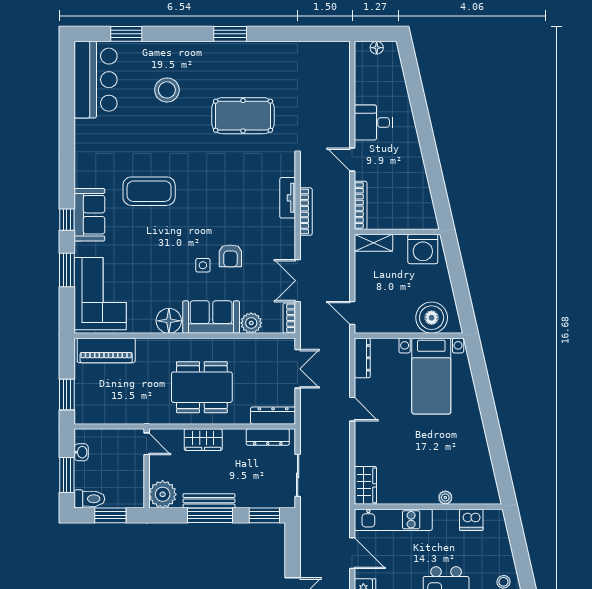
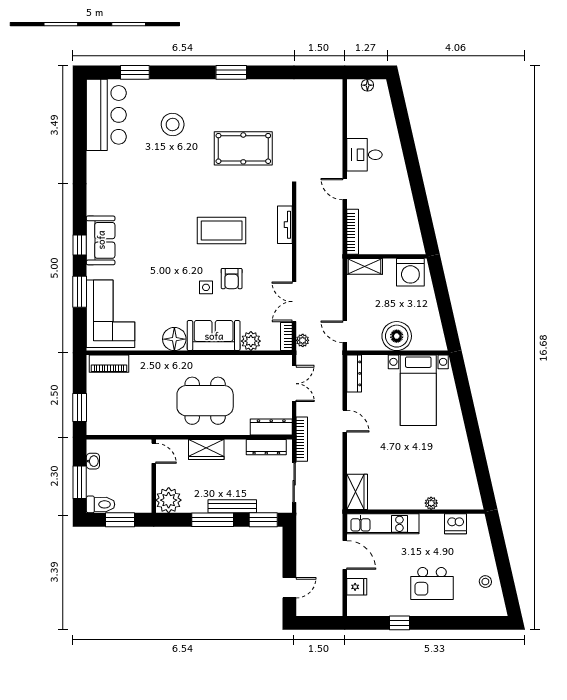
coffee table: (149, 191) -> (222, 230), moved
bookcase: (306, 212) -> (302, 439), moved
boiler: (432, 318) -> (397, 336), moved
plant: (307, 322) -> (303, 340), added
piano: (106, 350) -> (109, 364), width x0.73, depth x0.75
bench: (209, 501) -> (232, 506), moved

